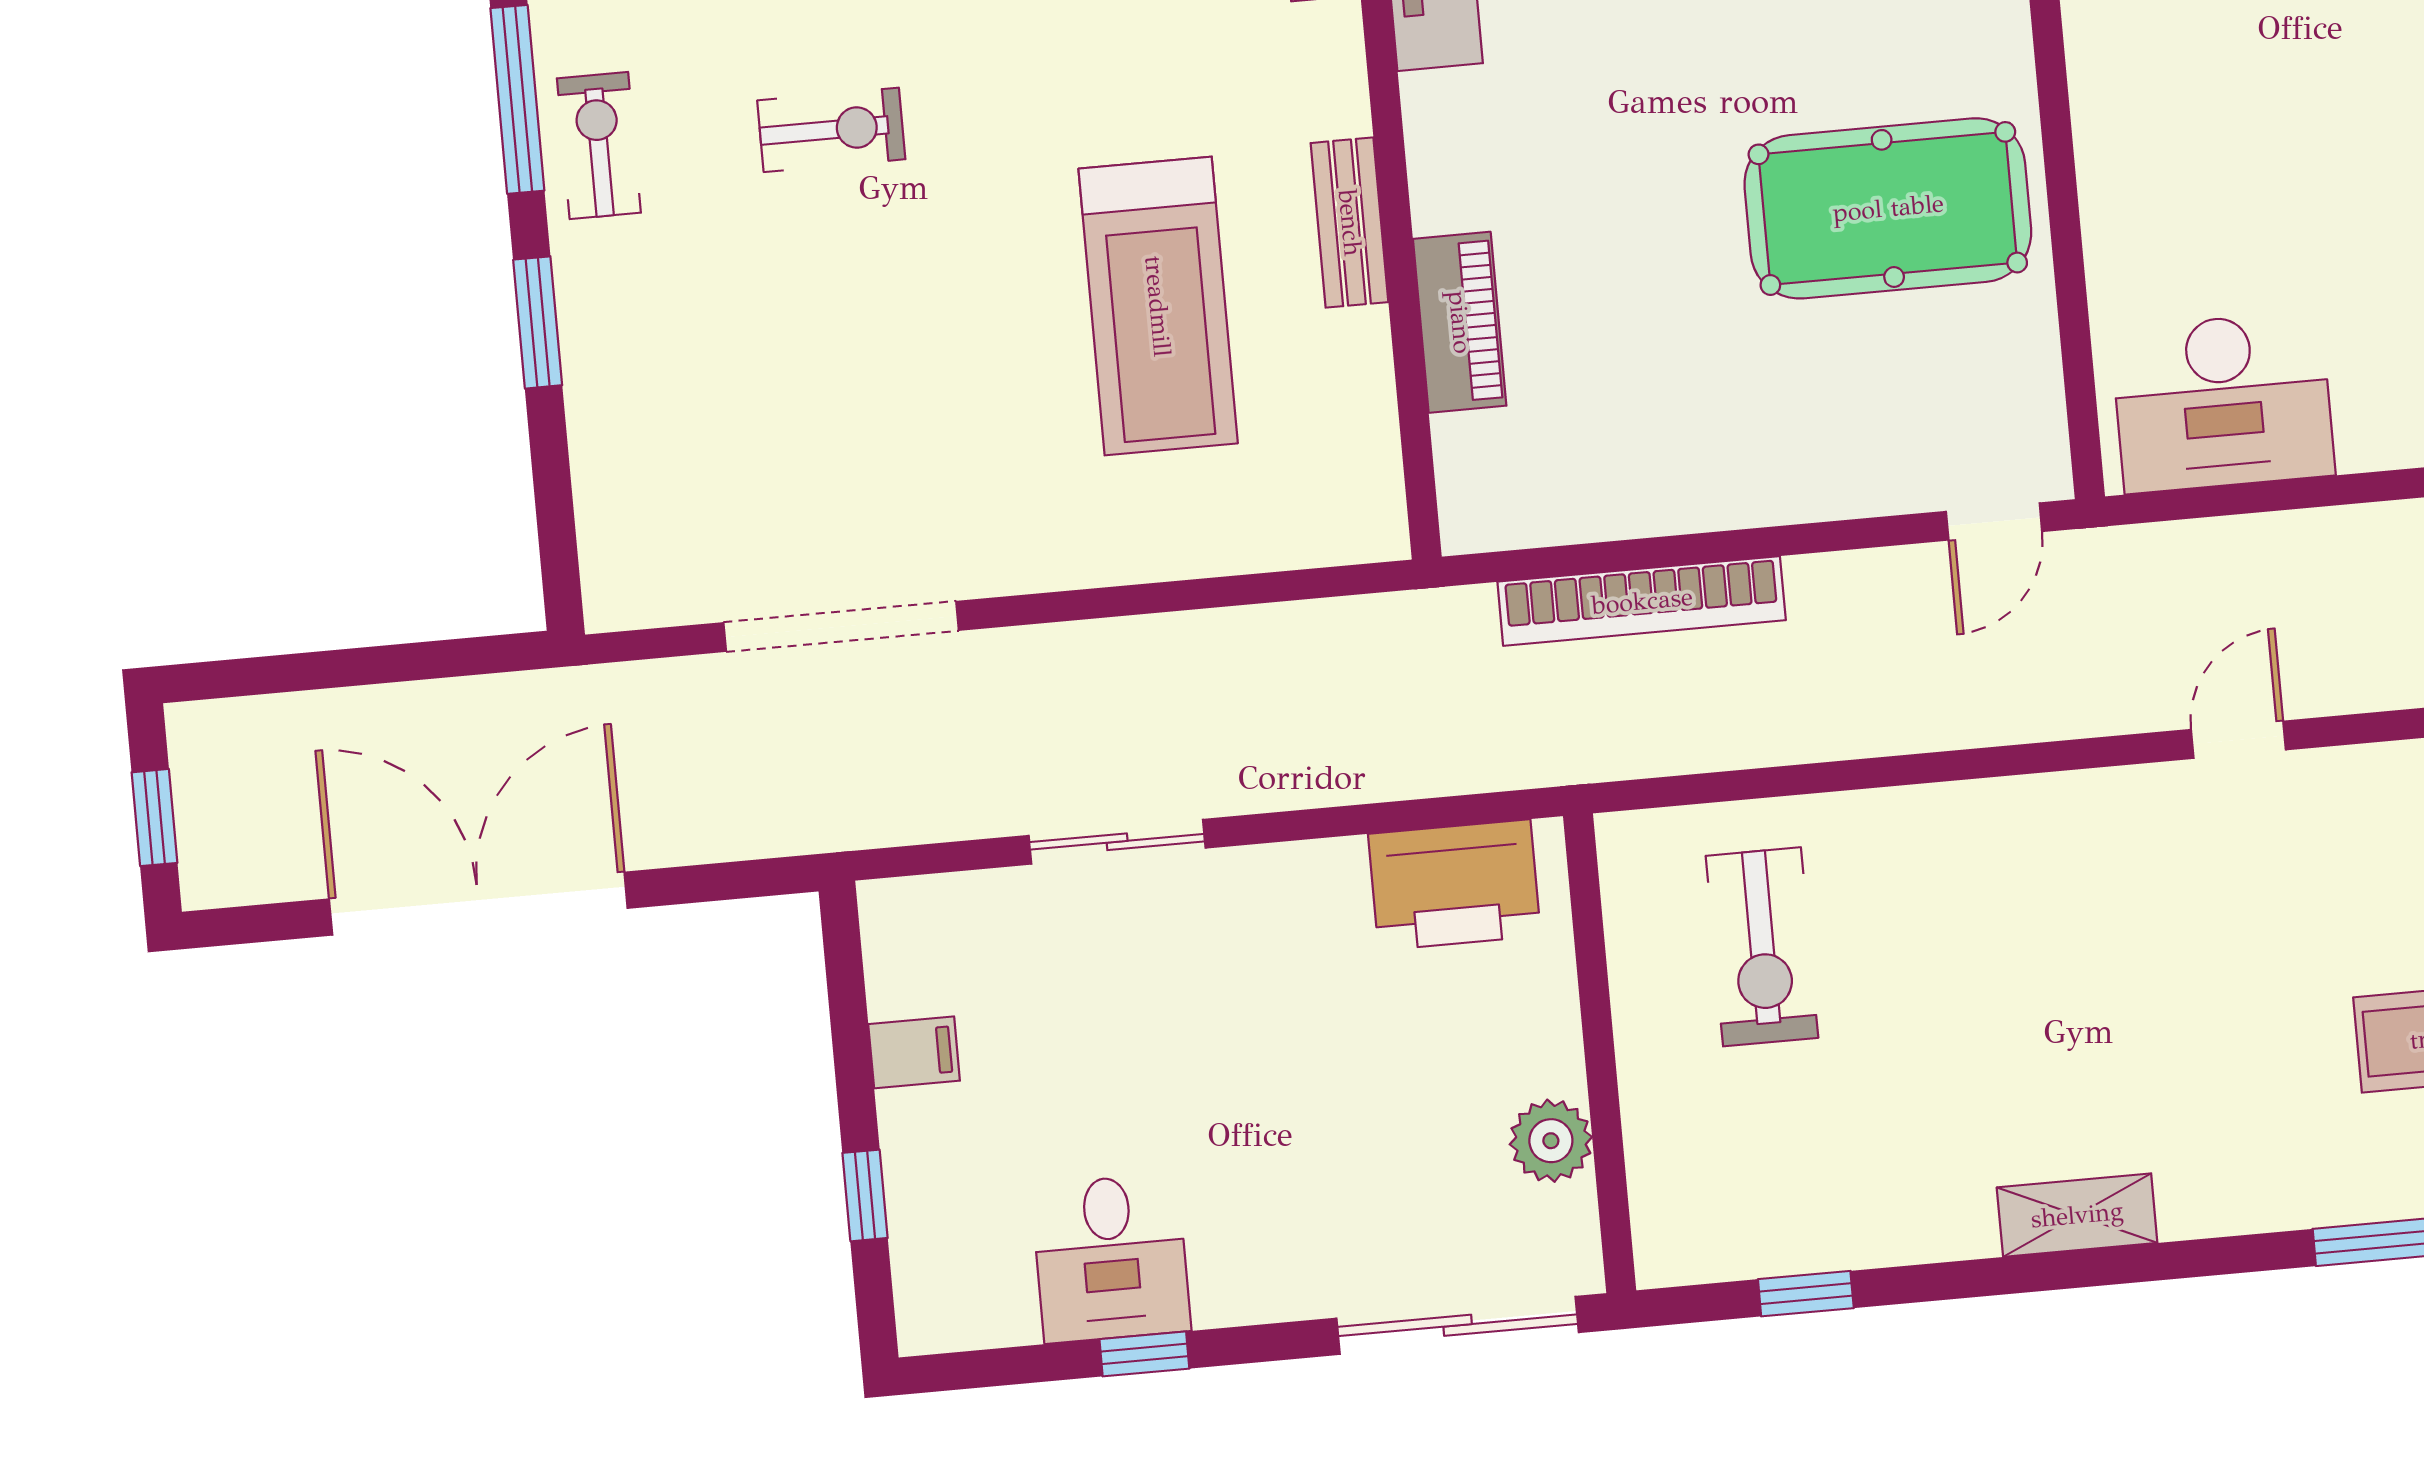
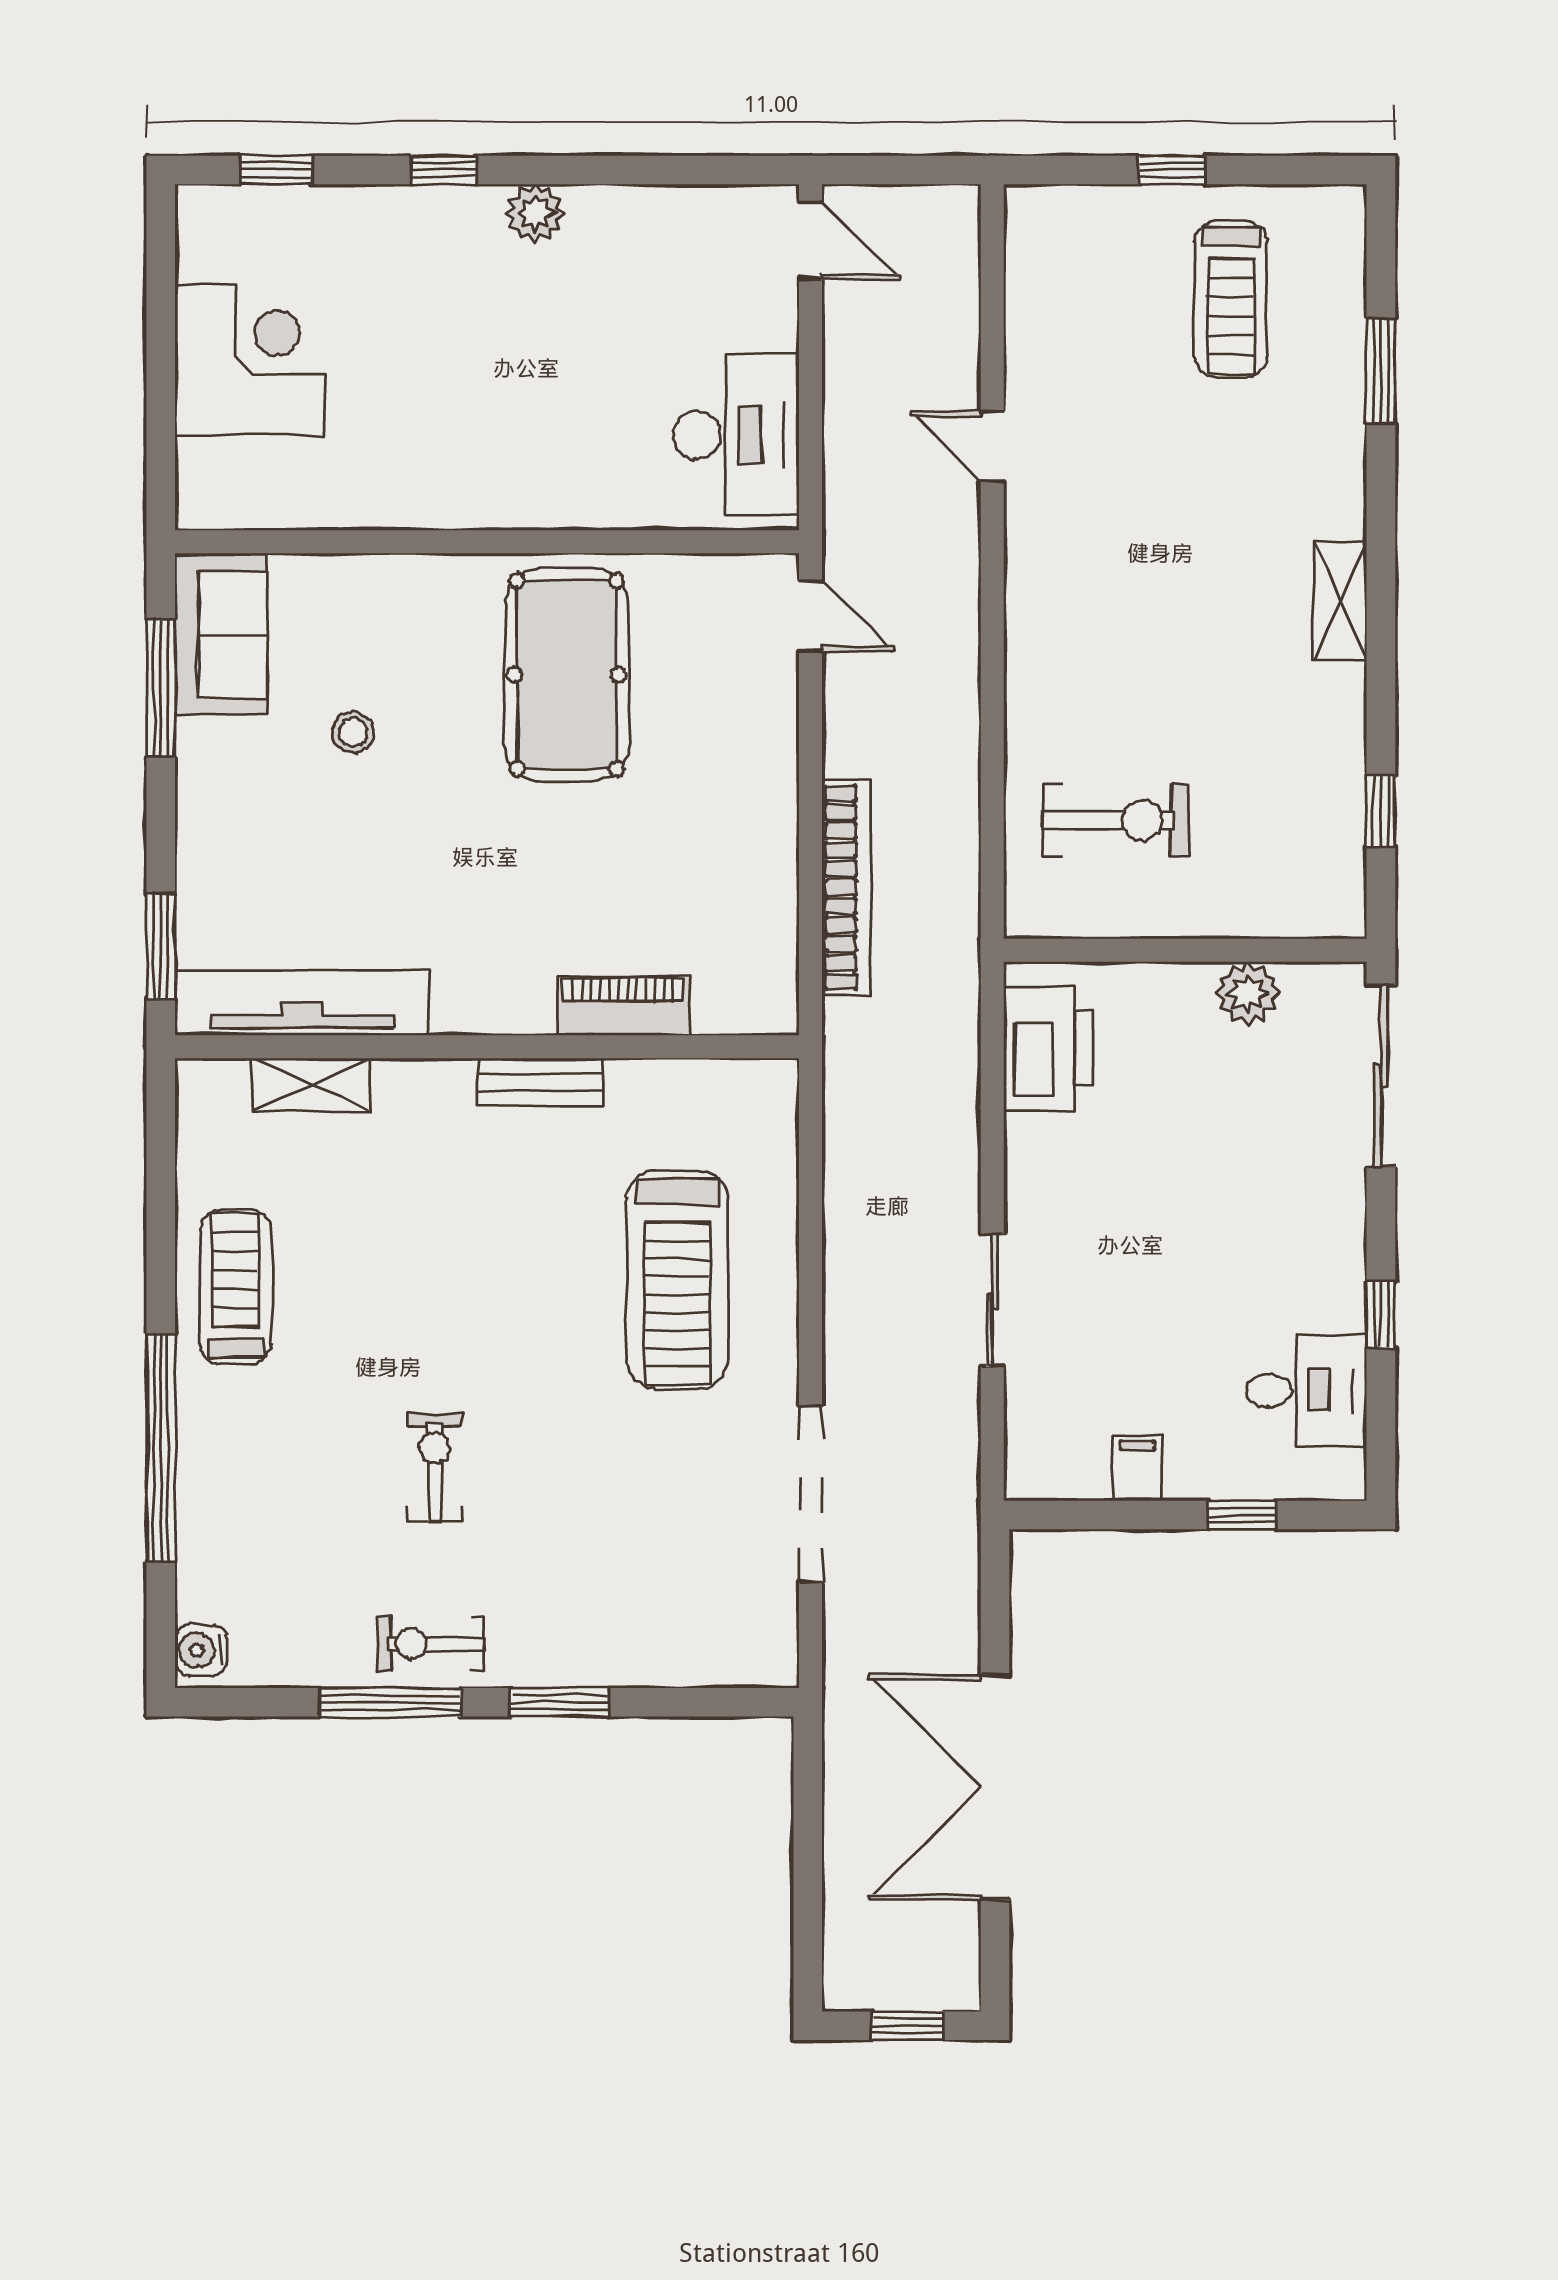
treadmill: (1158, 306) -> (677, 1279), moved, turned 90
desk: (1111, 1258) -> (1306, 1391), moved

